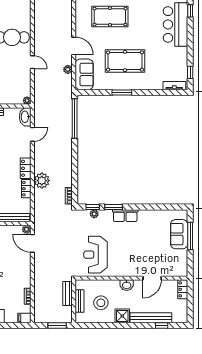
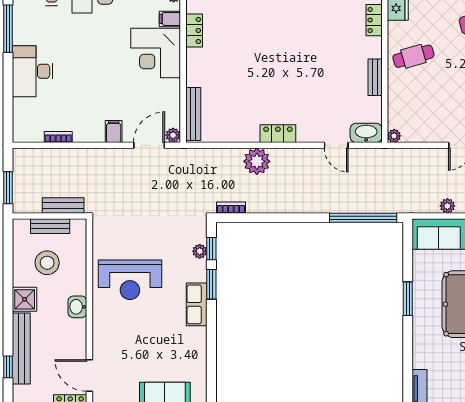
locker: (26, 189) -> (243, 135), removed
reception desk: (96, 255) -> (130, 280), moved, turned 180
door: (152, 278) -> (89, 376), moved
filing cabinet: (24, 318) -> (114, 131), moved

